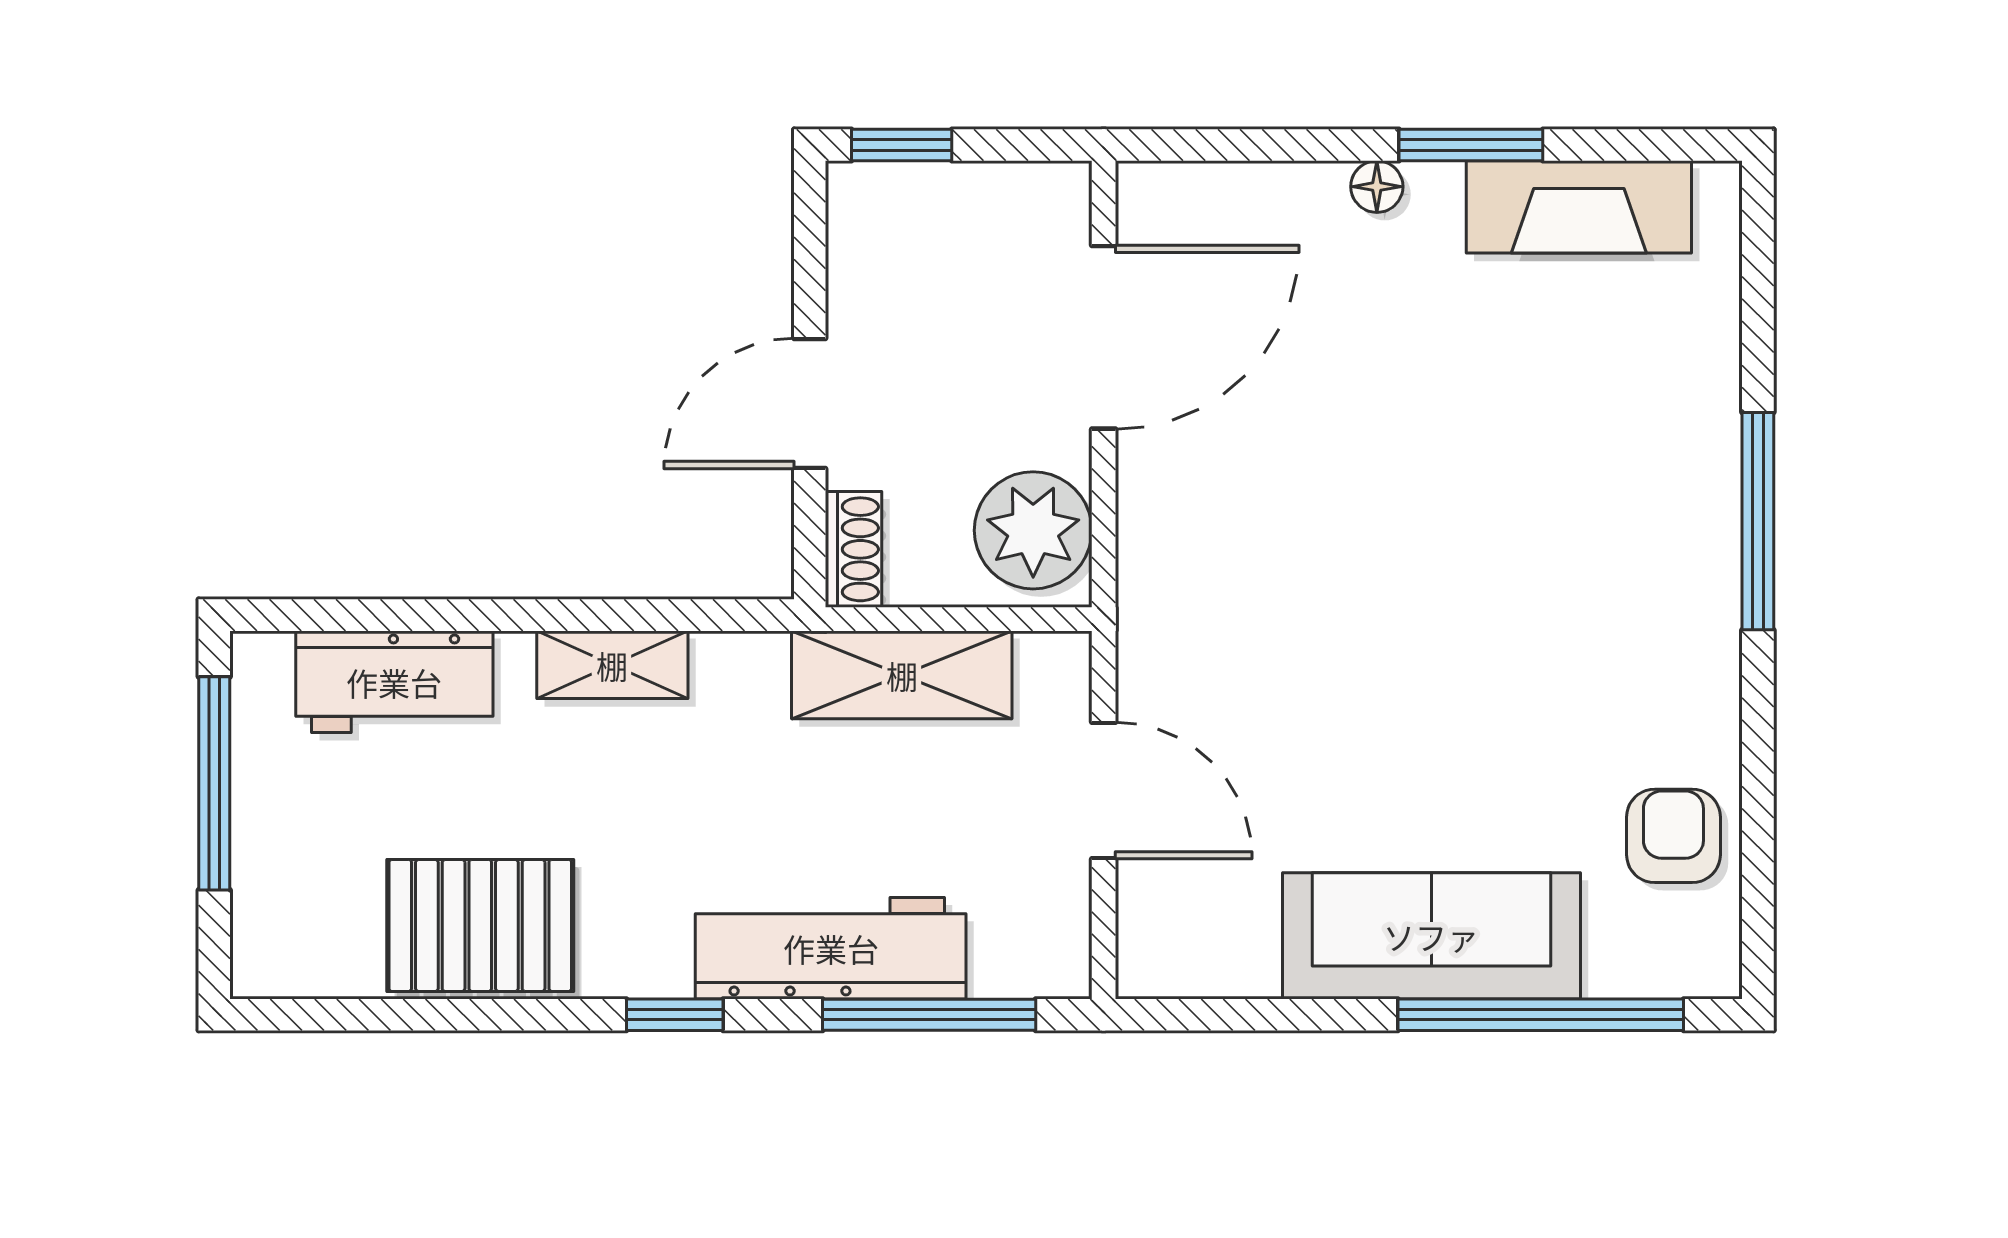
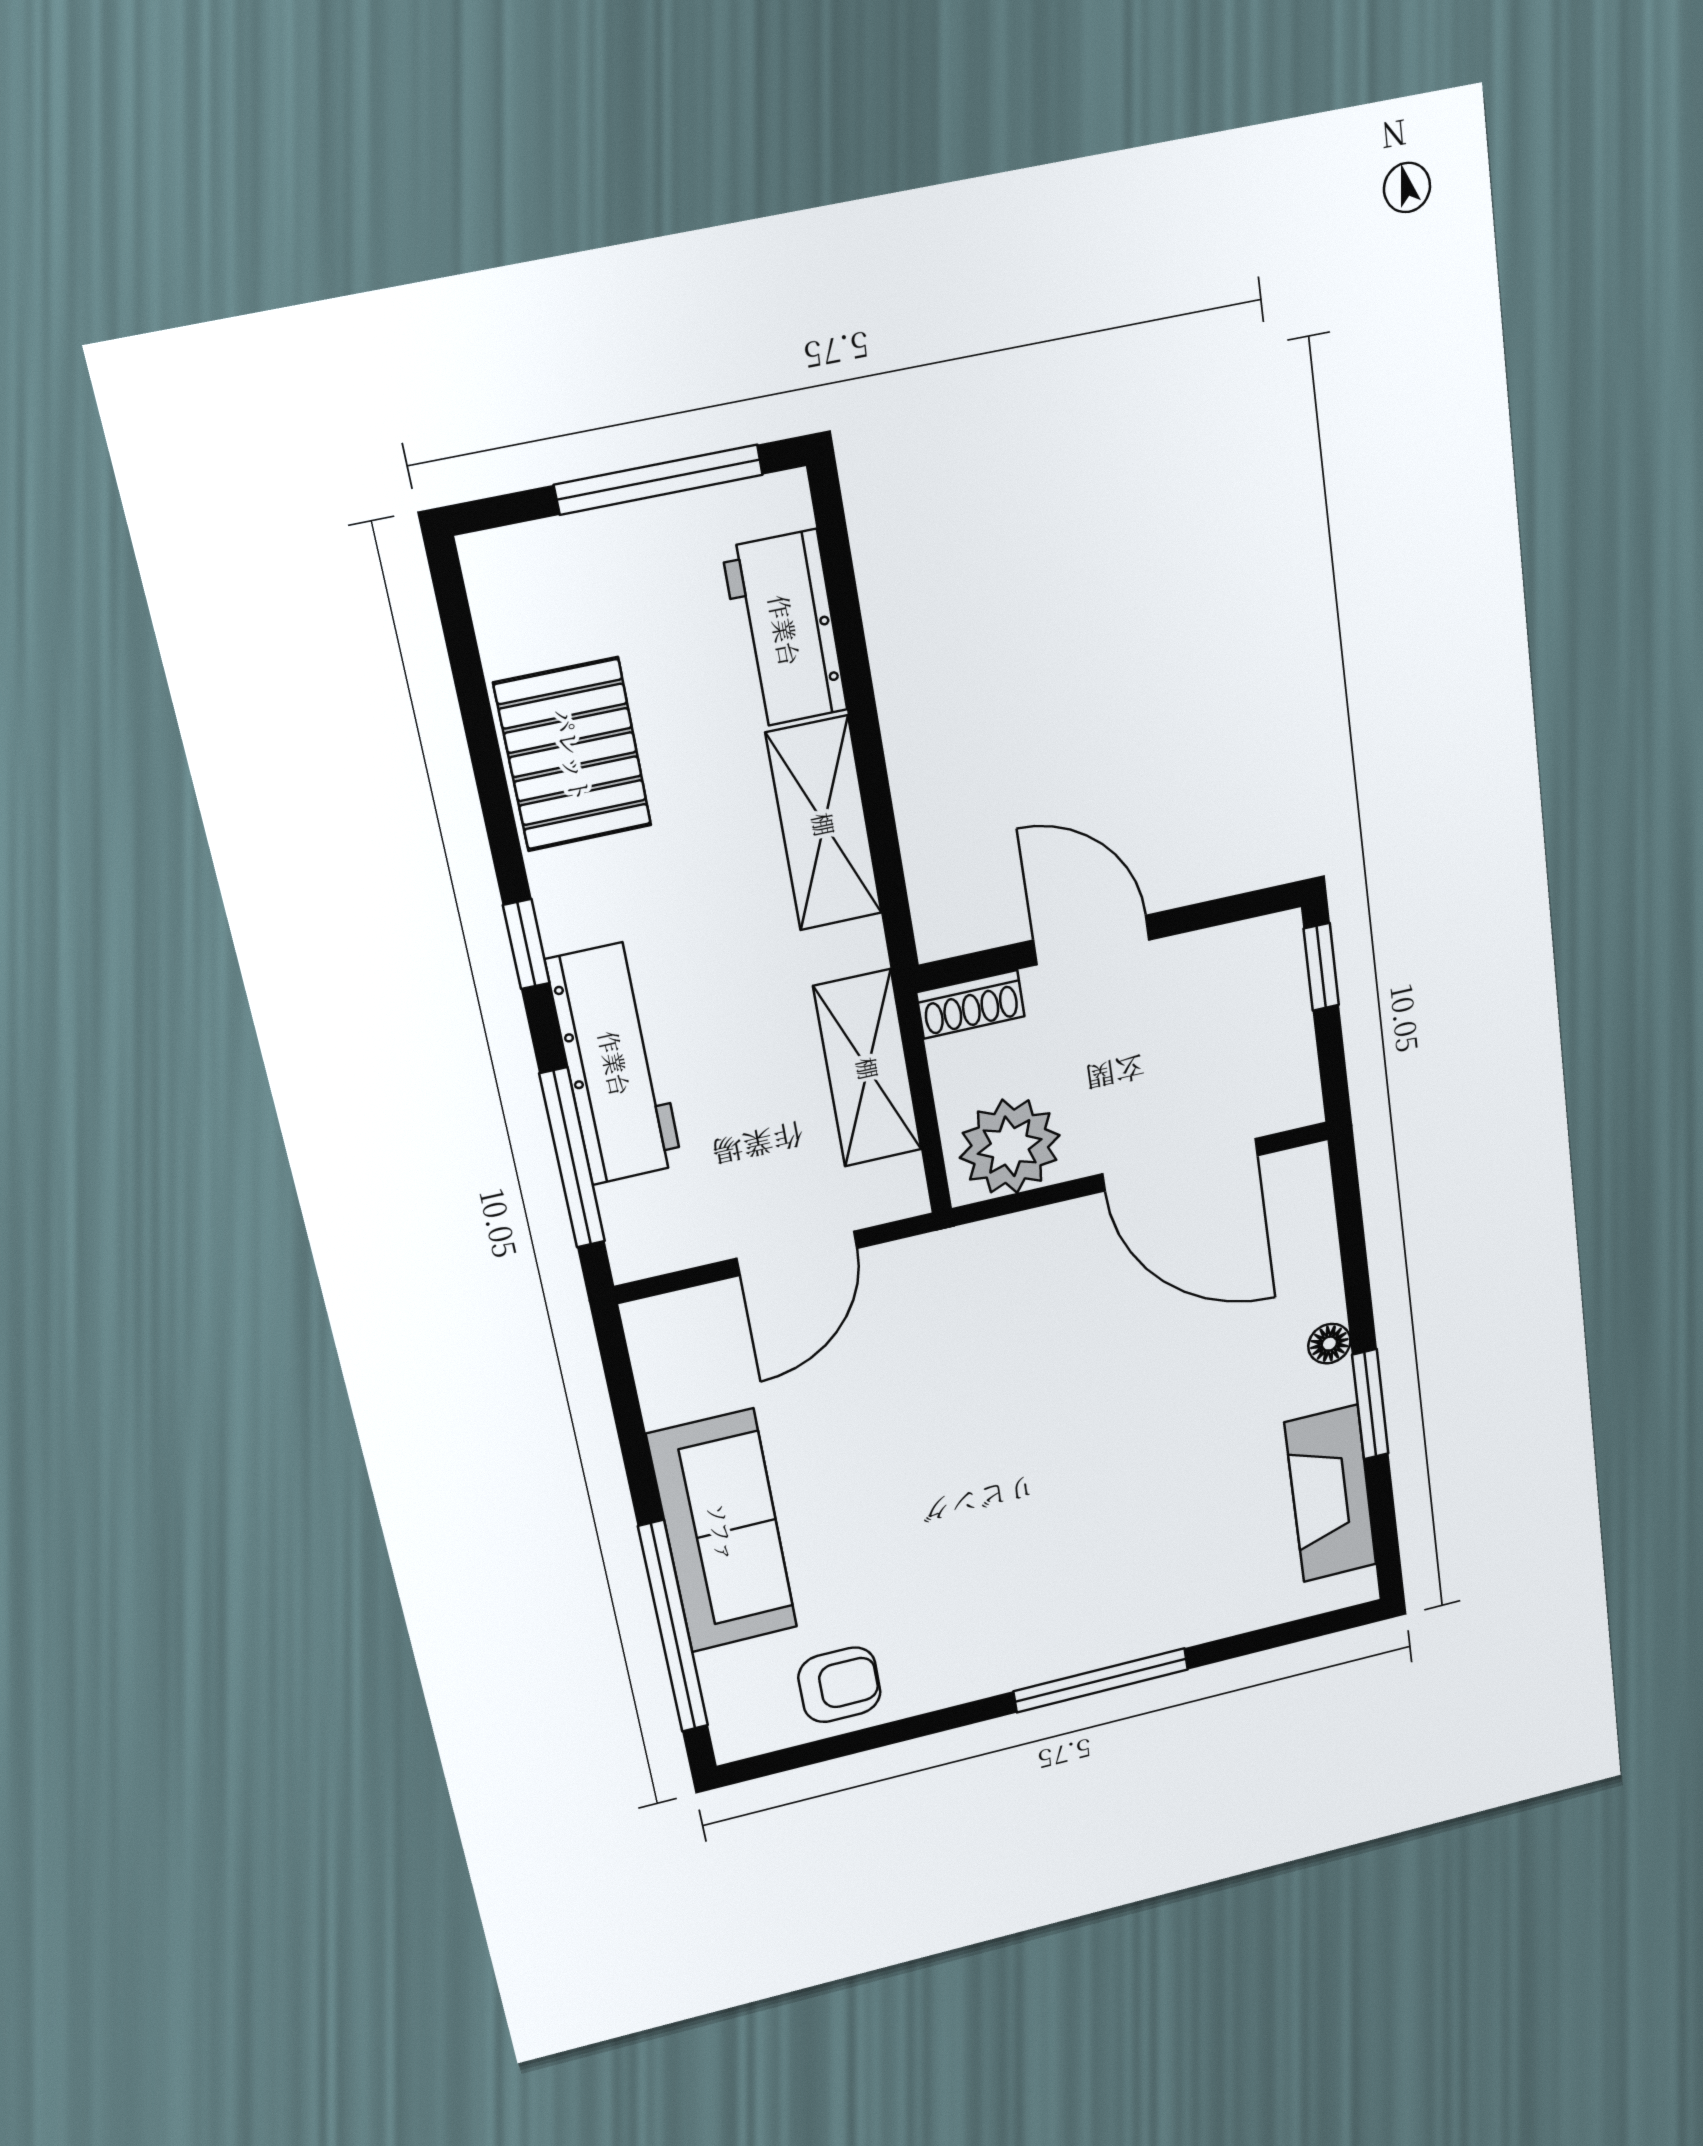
shelving: (612, 665) -> (824, 824), width x1.50, depth x1.33

